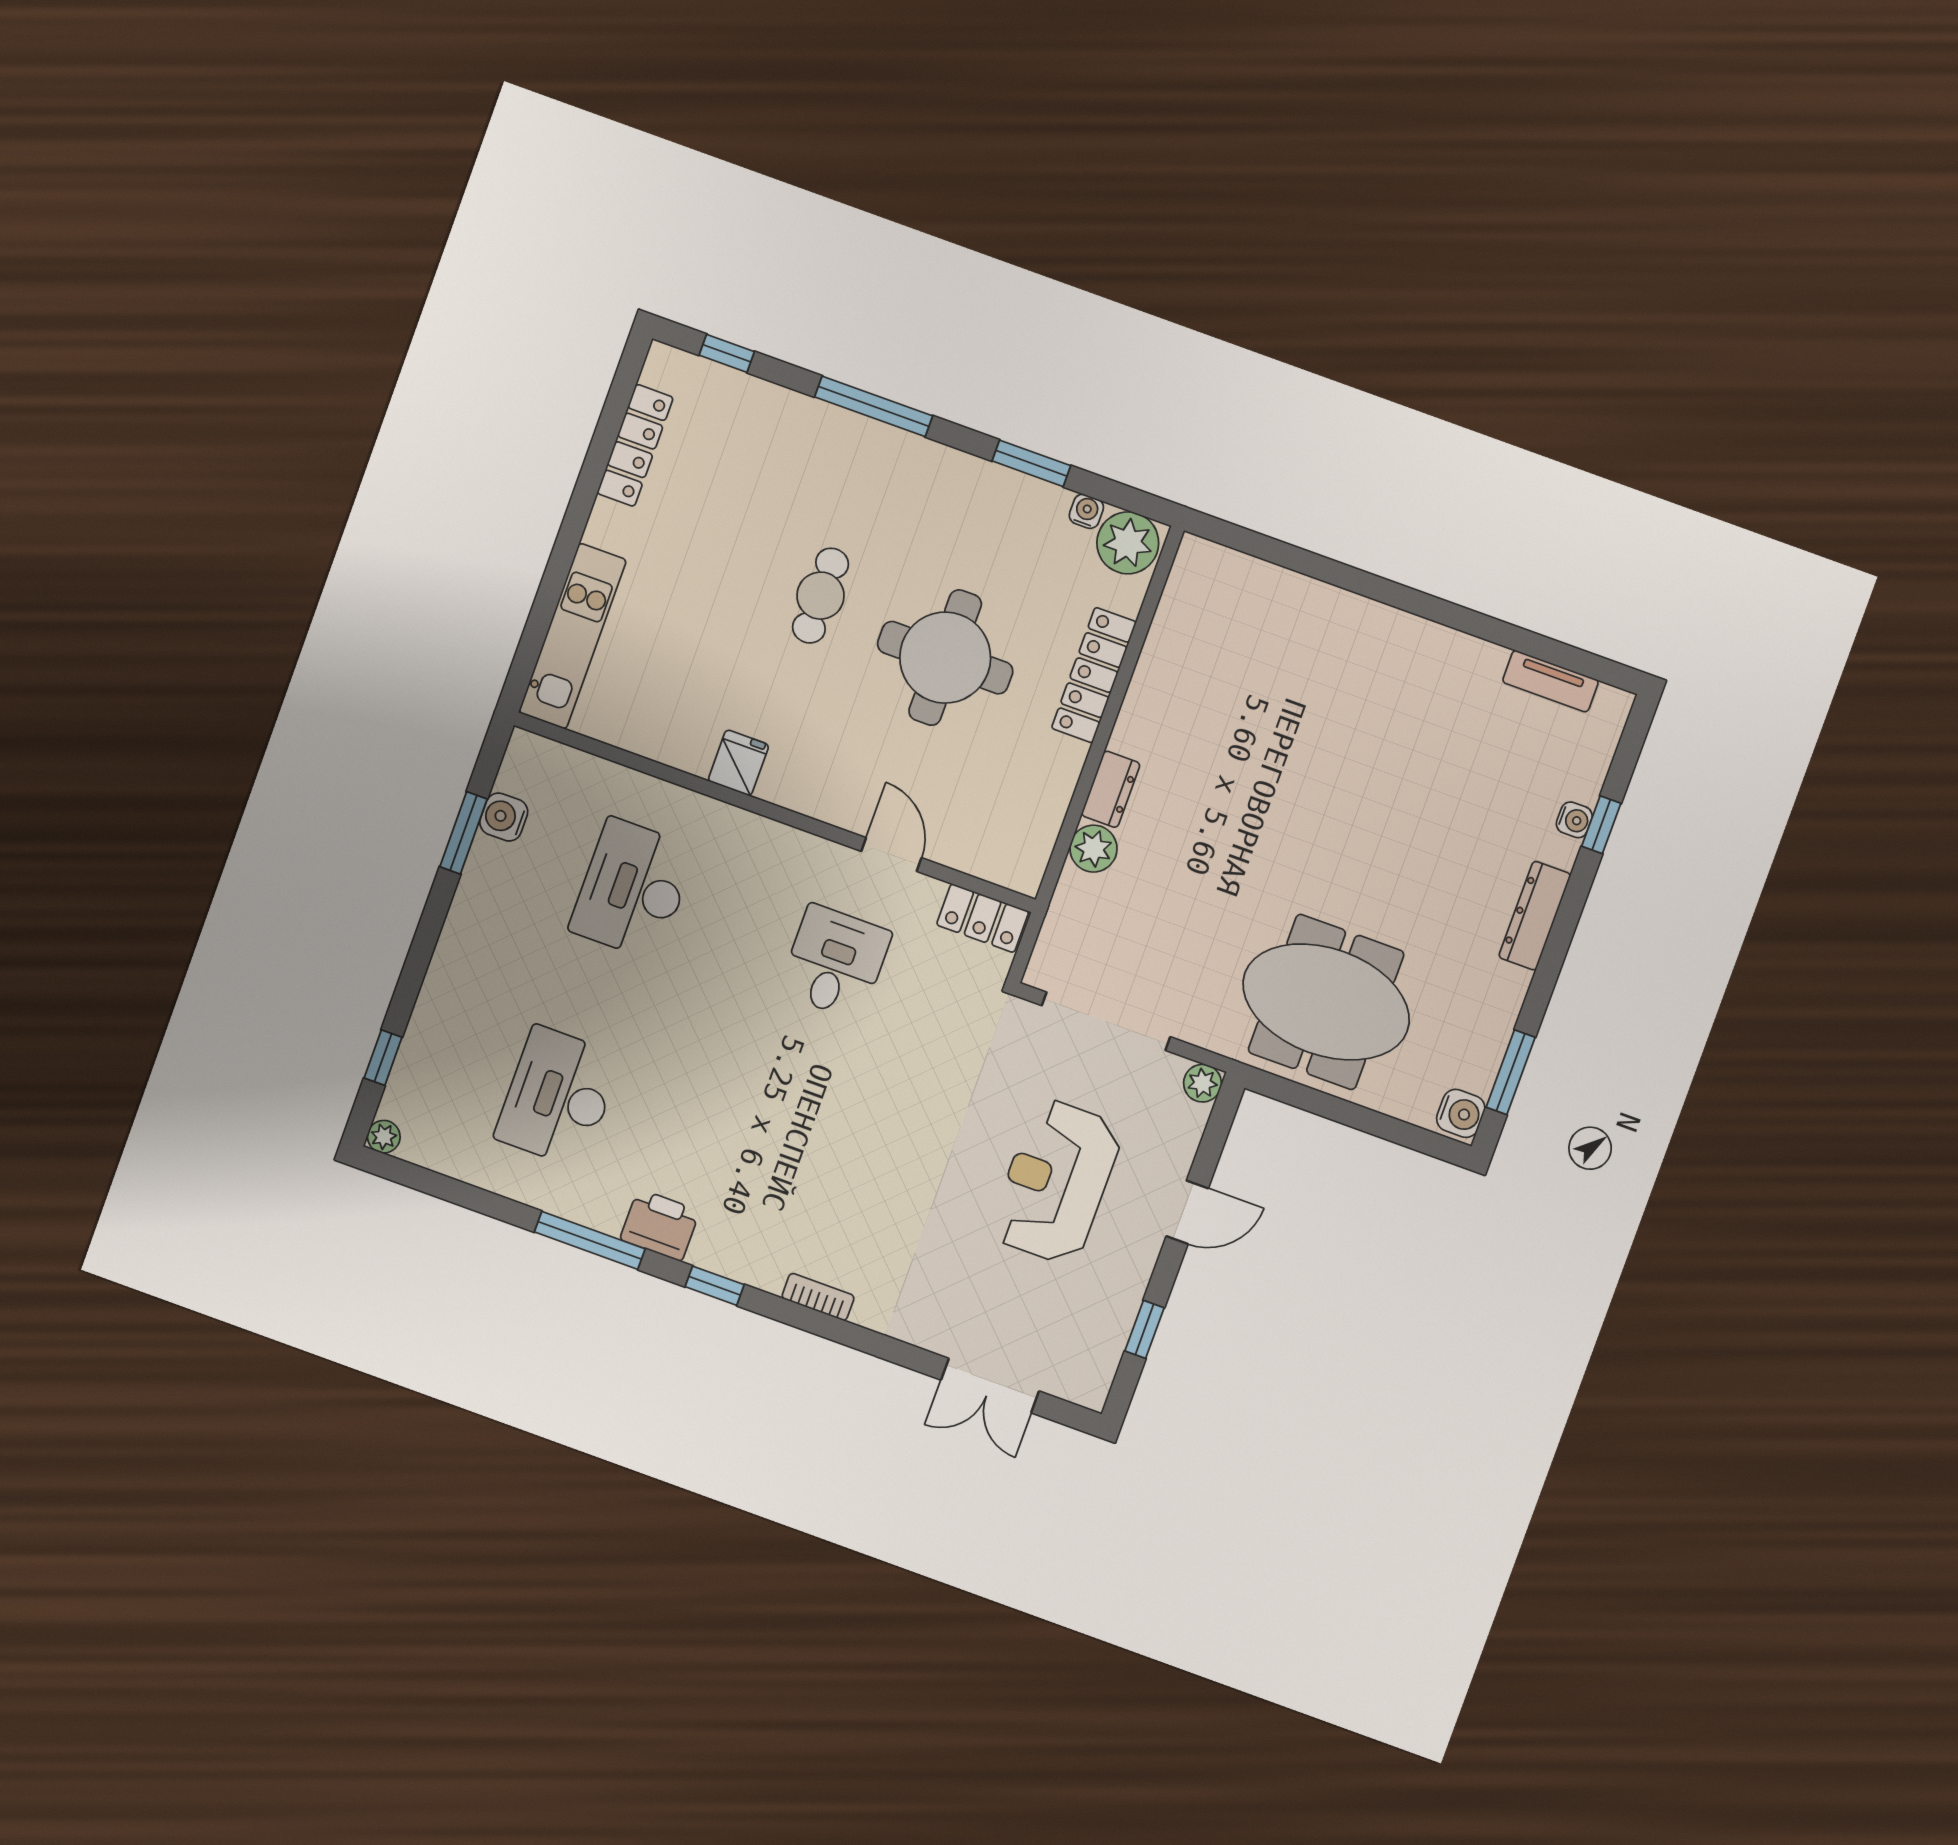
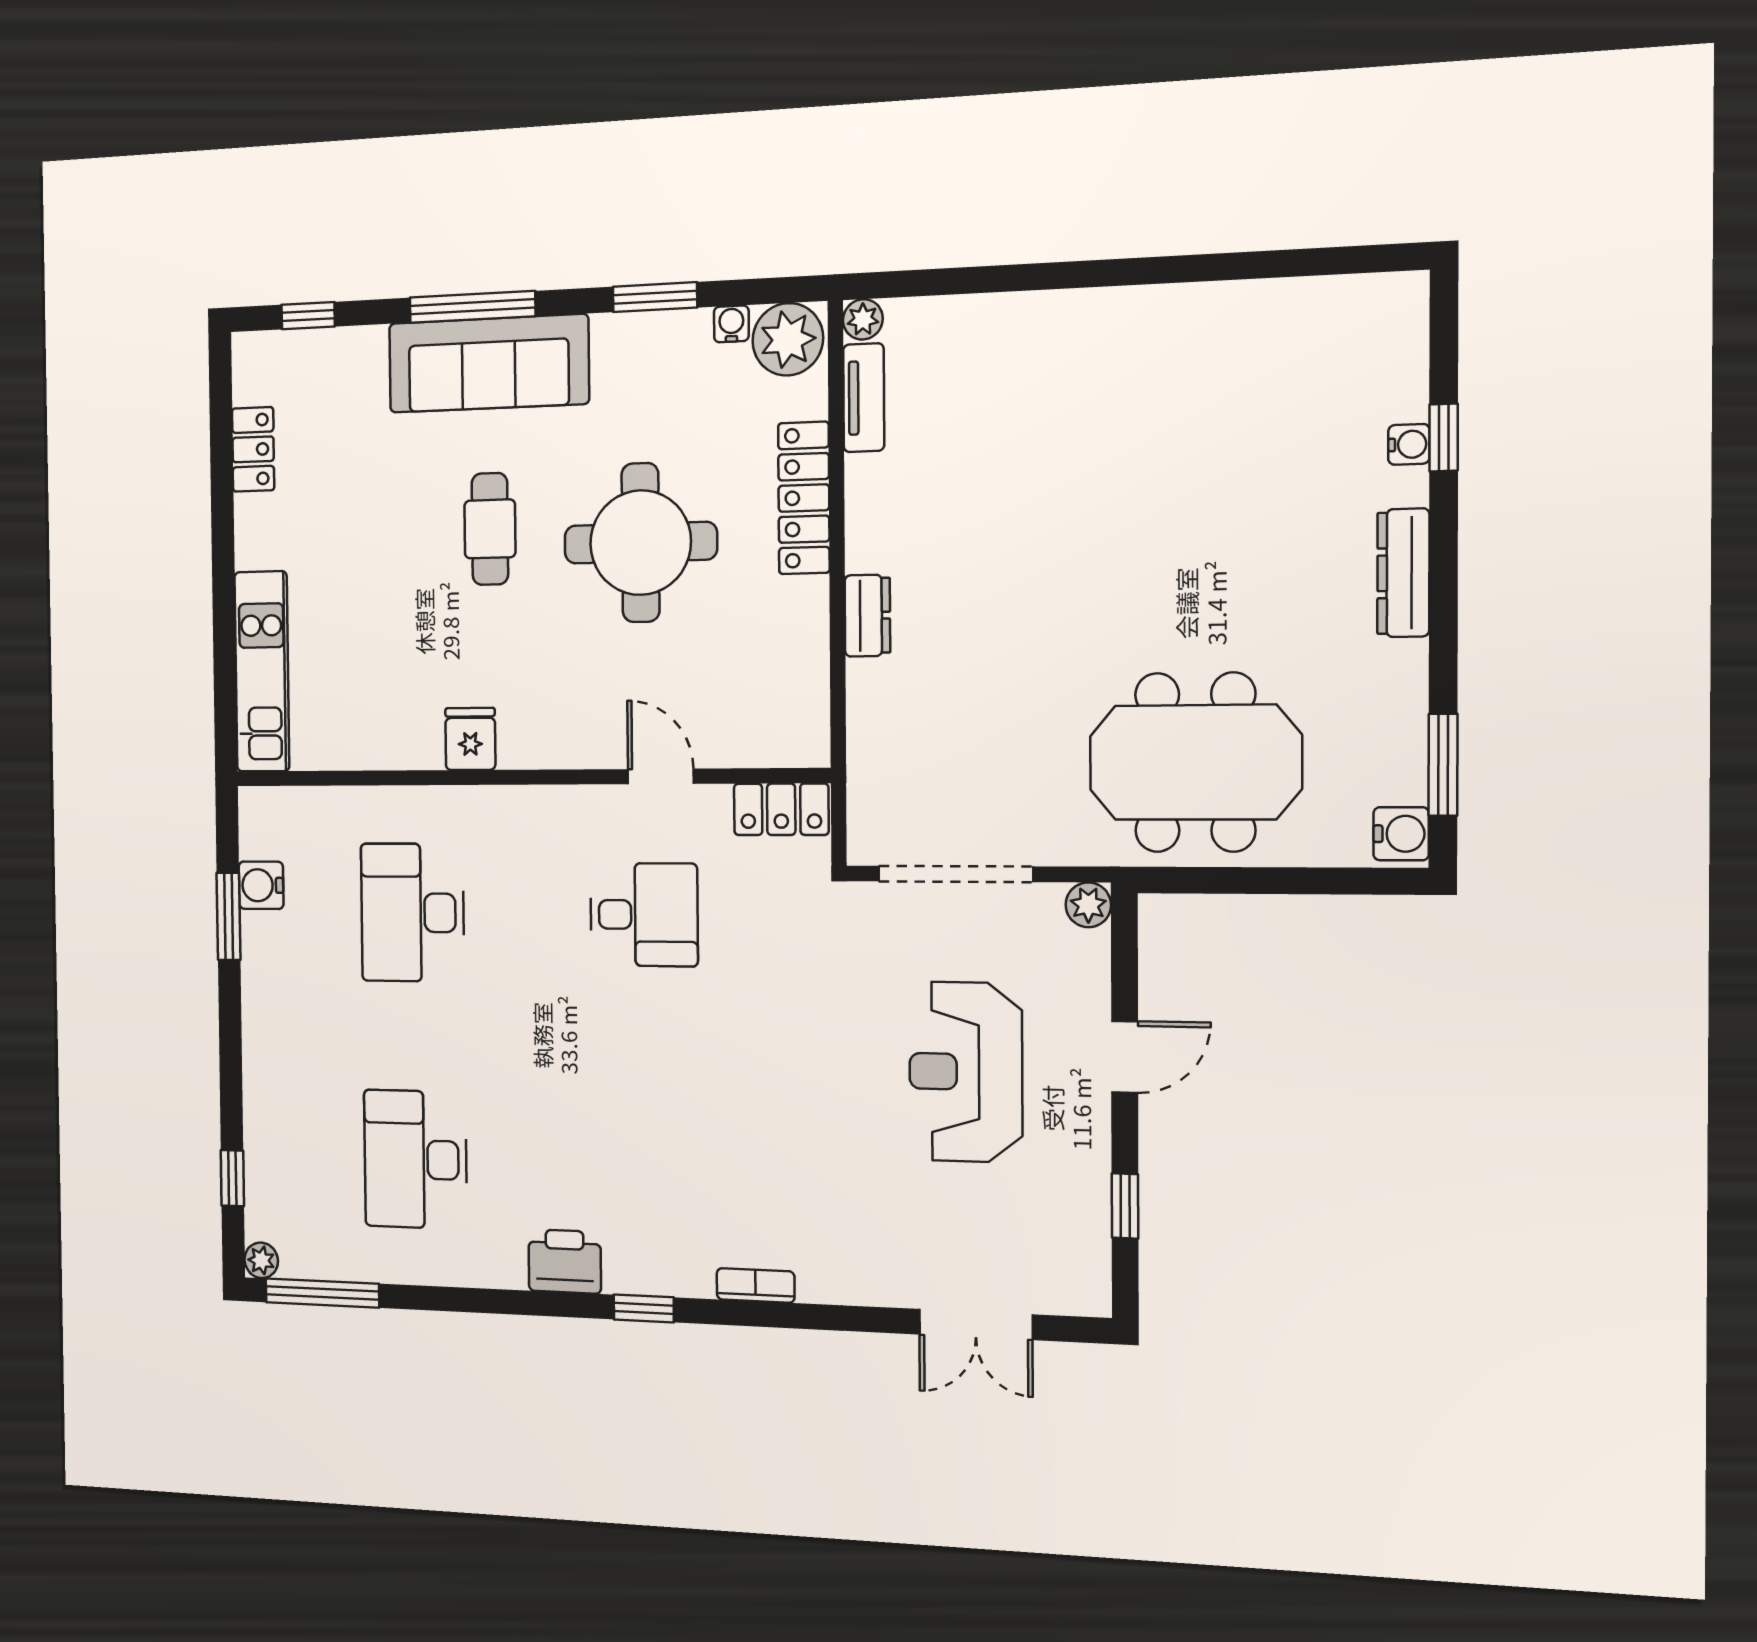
locker: (635, 445) -> (253, 449), width x0.66
sofa: (870, 459) -> (488, 364), added
tv unit: (1550, 681) -> (864, 398), moved, turned -90
plant: (1093, 849) -> (863, 319), moved, width x0.73, depth x0.73
desk: (835, 962) -> (644, 915), turned 90
window: (590, 1240) -> (322, 1293), moved

